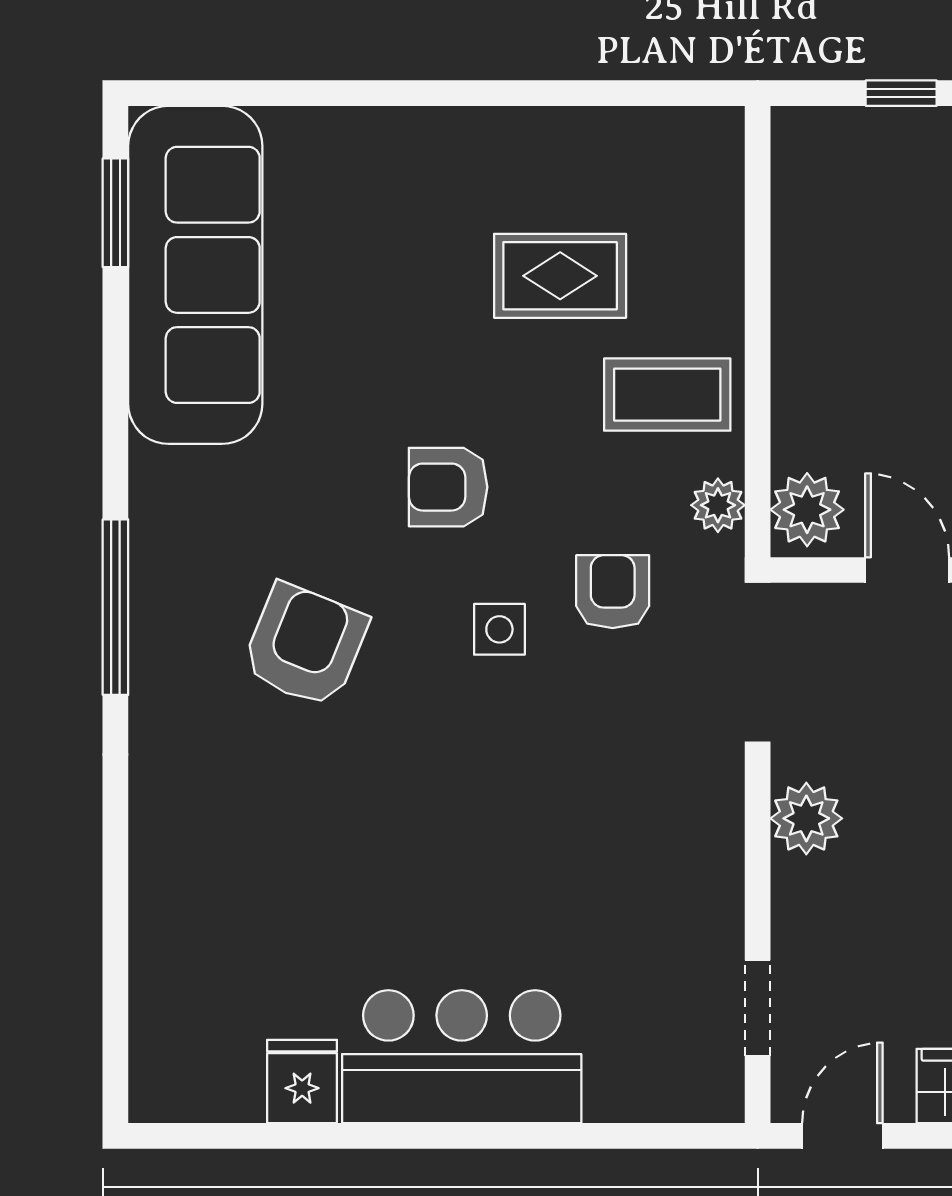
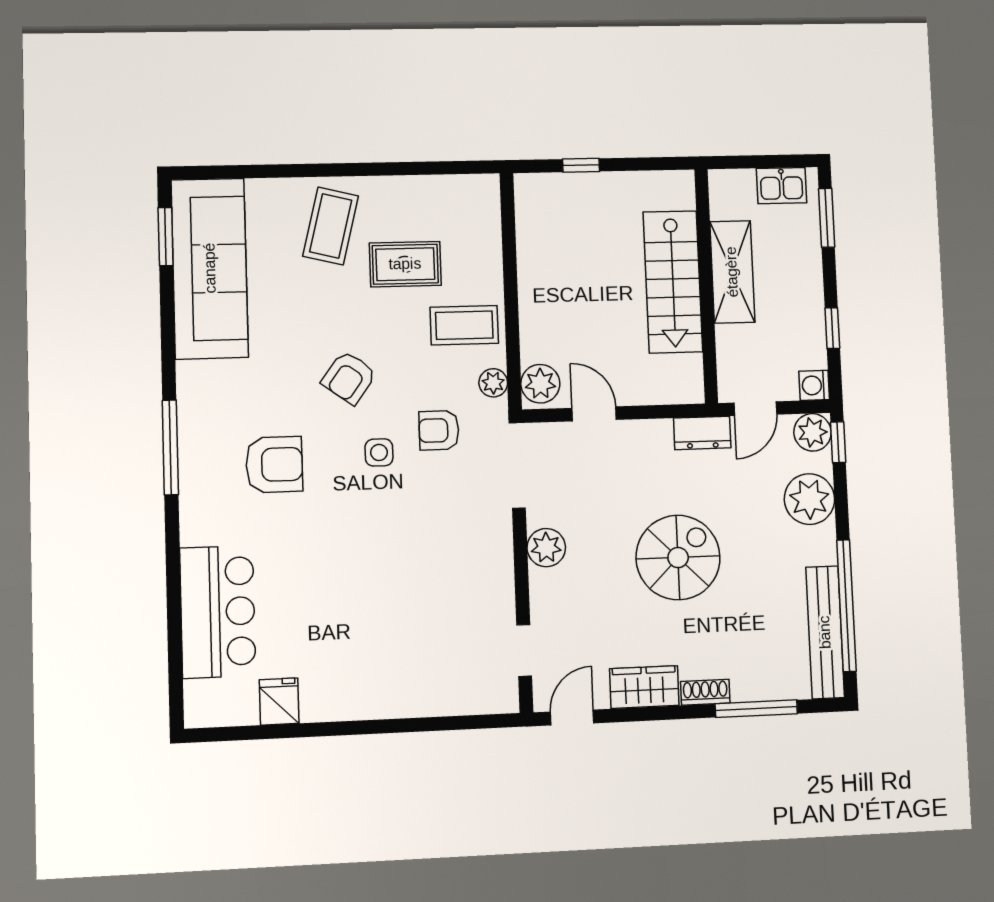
coffee table: (422, 200) -> (331, 226), added
armchair: (448, 487) -> (349, 377), turned -54
armchair: (613, 592) -> (439, 430), turned -90
armchair: (305, 645) -> (274, 465), turned 68
bar counter: (462, 1057) -> (218, 612), moved, turned 90

